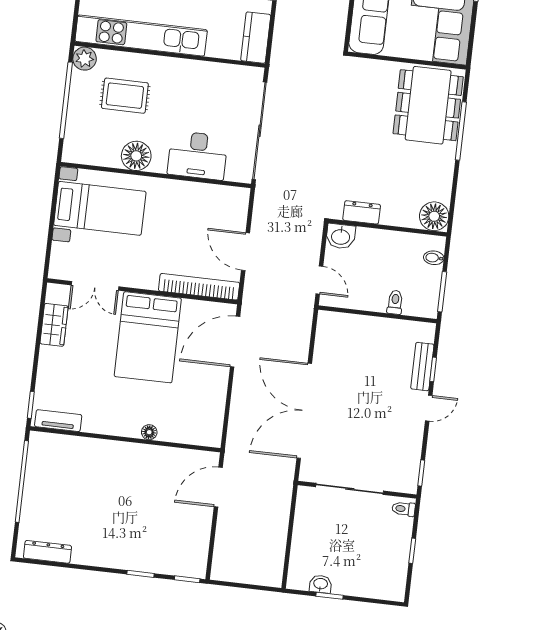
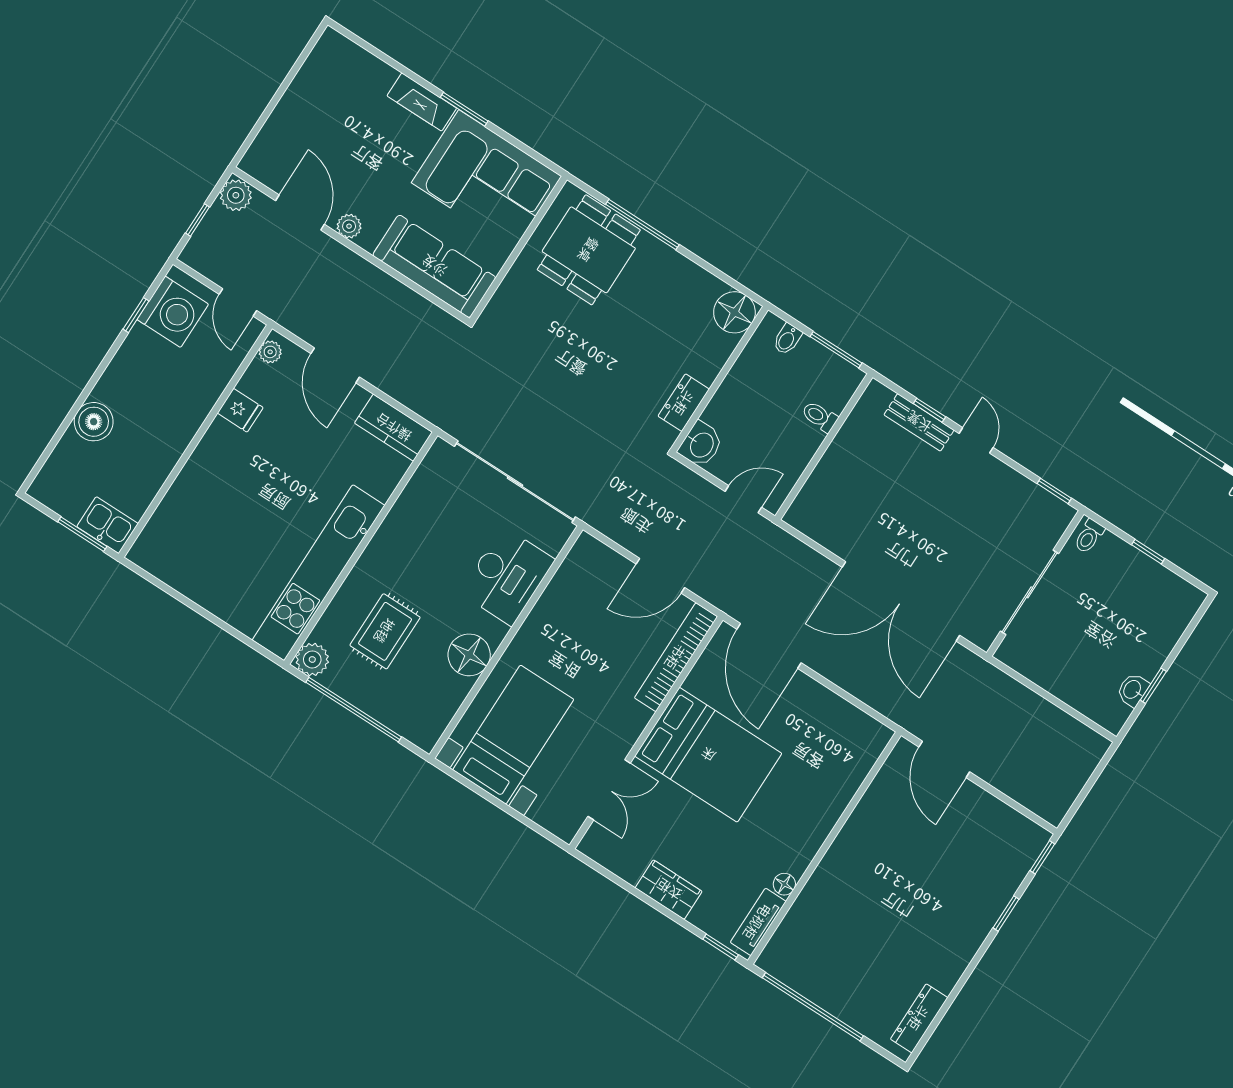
dining table: (428, 105) -> (589, 250), width x0.73
wardrobe: (54, 325) -> (669, 890), moved
floor lamp: (149, 432) -> (784, 884), moved

